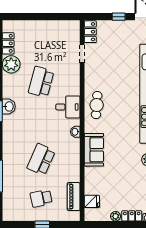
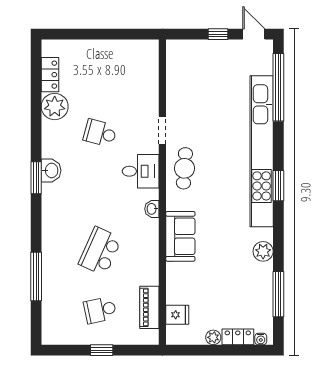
locker: (90, 32) -> (175, 57), removed
doorway: (82, 54) -> (162, 130), moved
school desk: (41, 82) -> (100, 133), width x0.54

